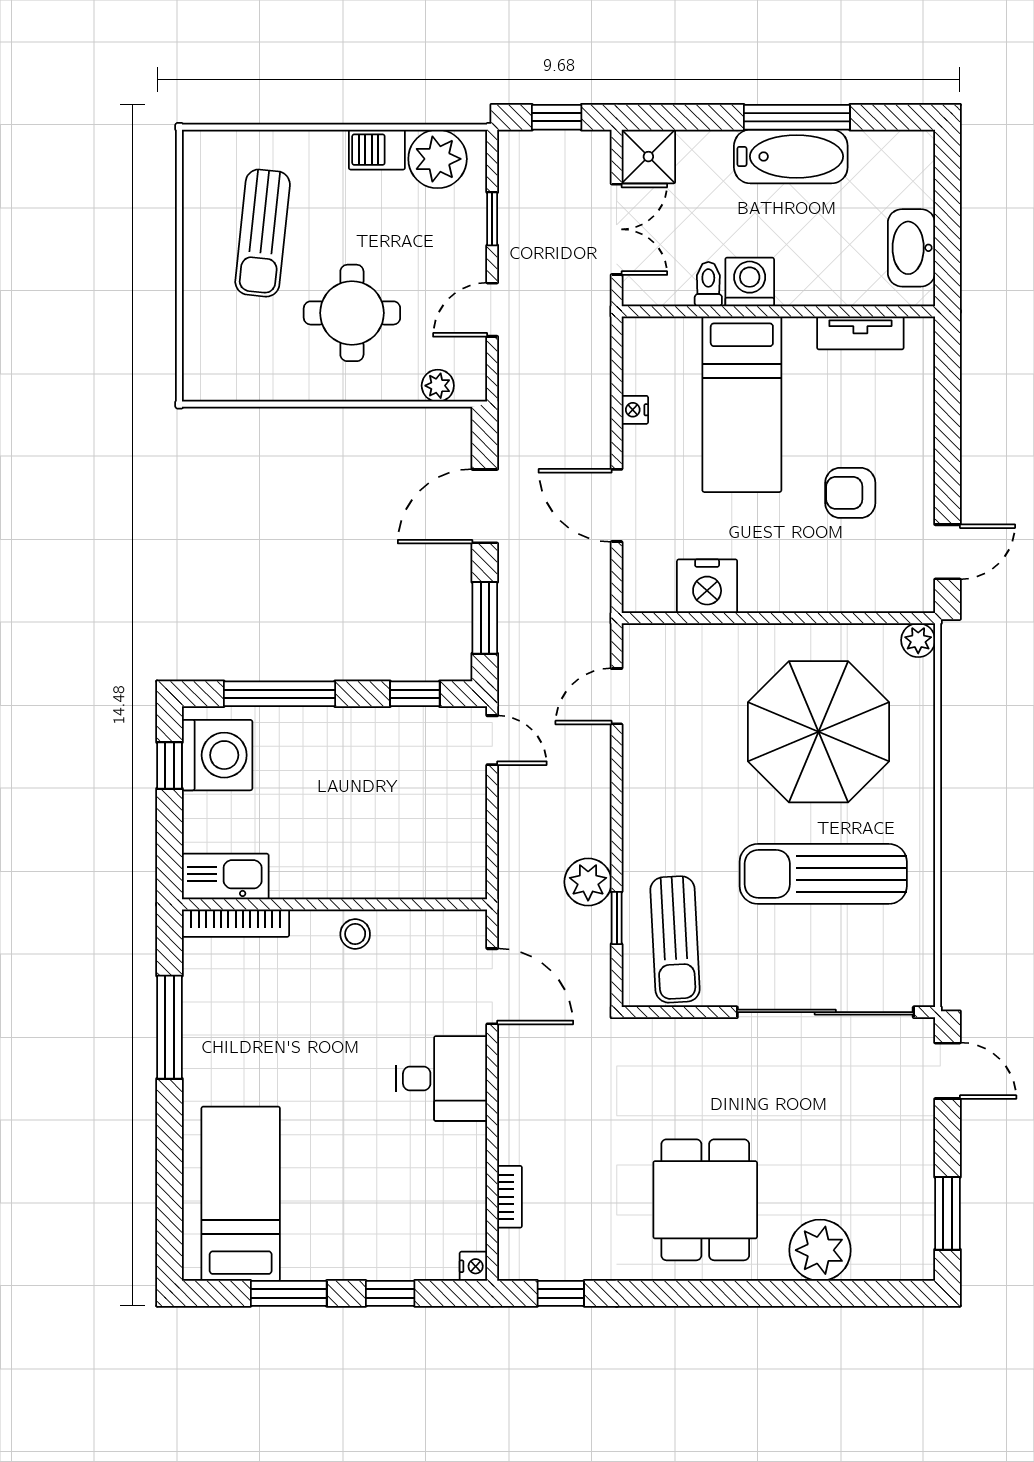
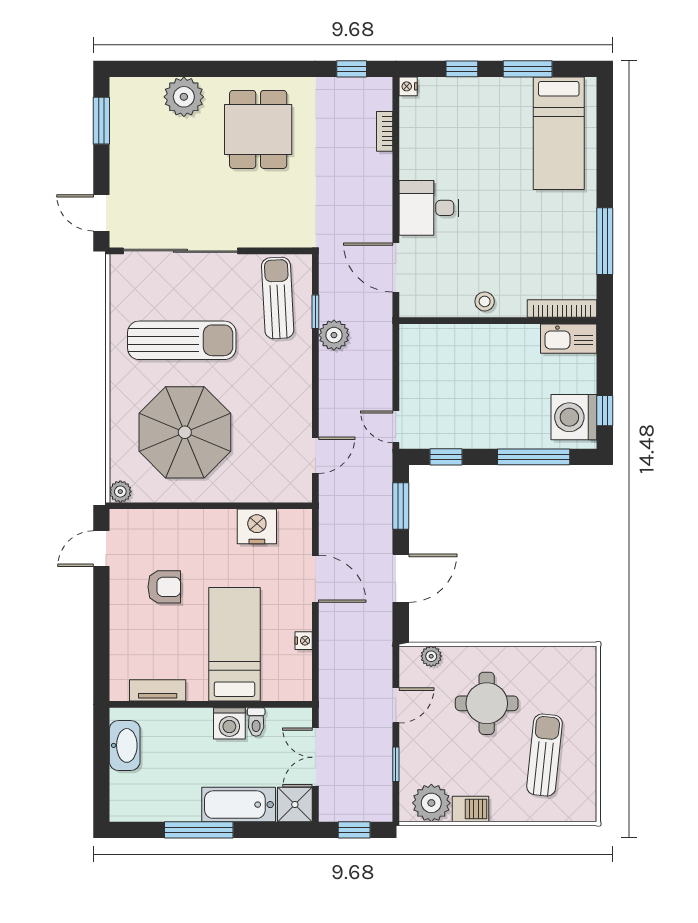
bathtub: (791, 156) -> (239, 805), moved

